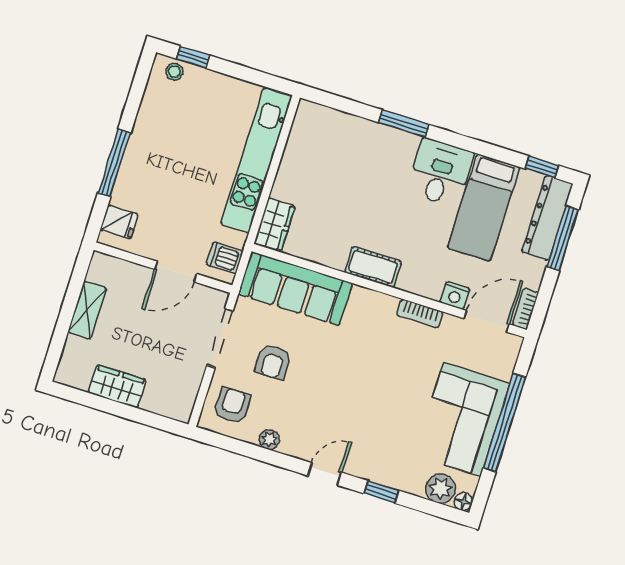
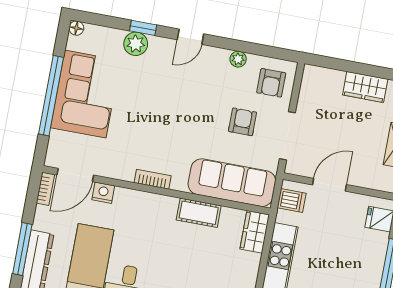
cot: (373, 267) -> (199, 213), moved
bookcase: (420, 313) -> (153, 179), moved
plant: (441, 489) -> (136, 44), moved

